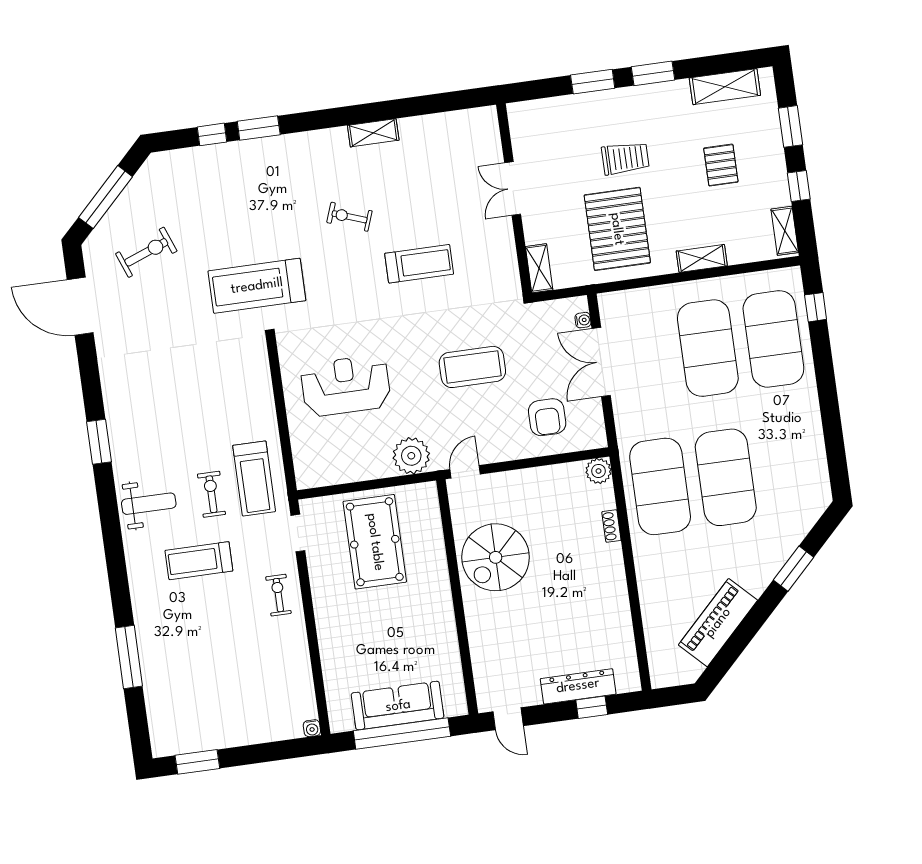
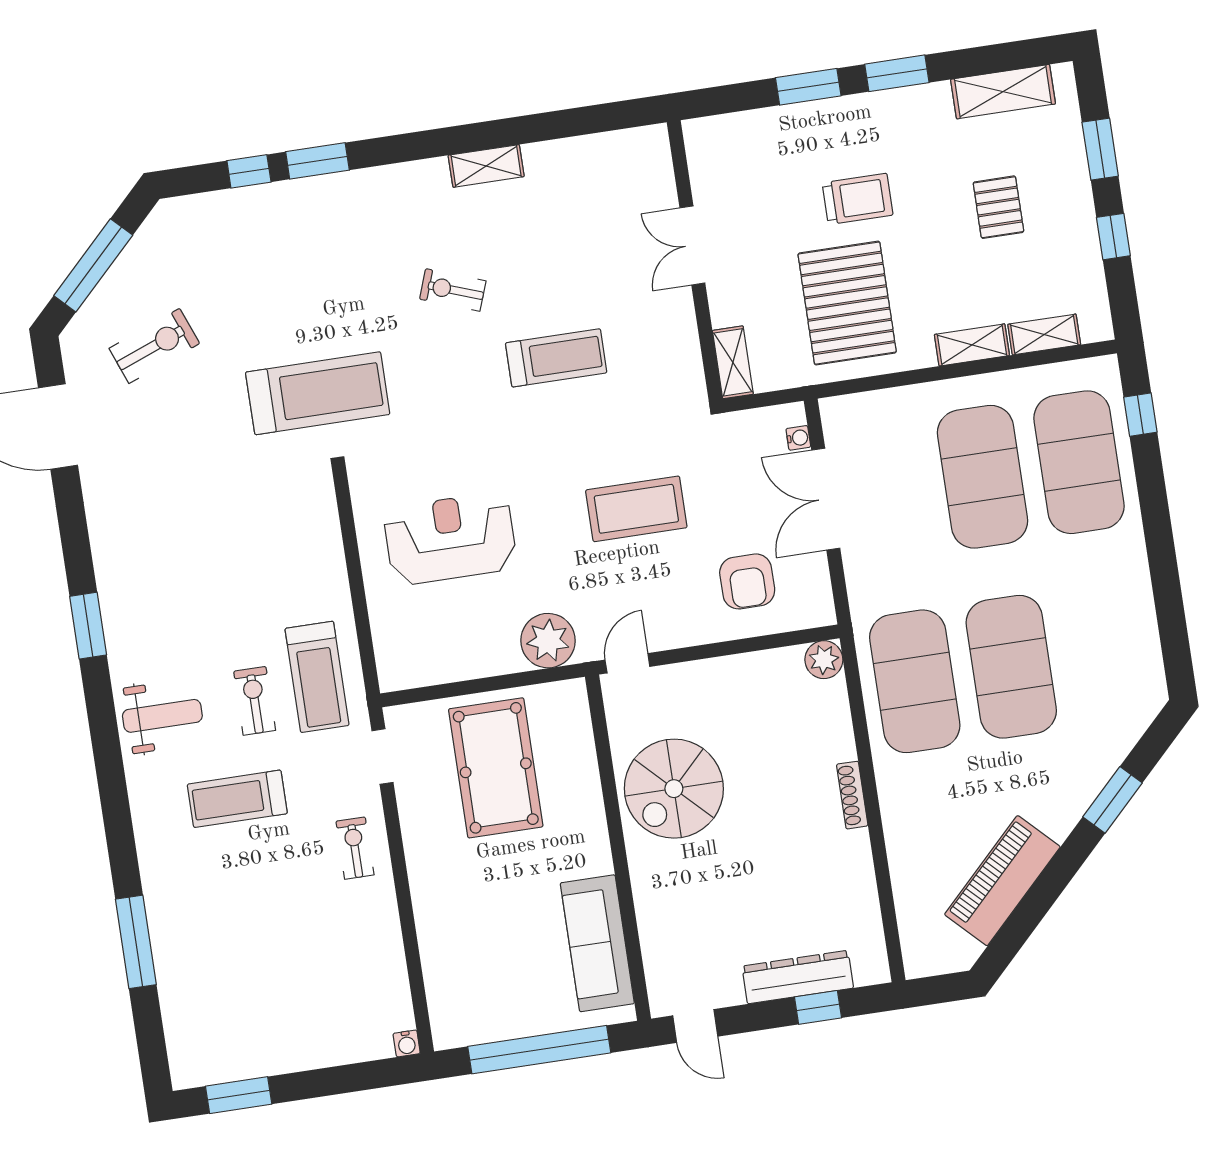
shelving: (785, 231) -> (1044, 335), moved, turned 90
treadmill: (257, 286) -> (318, 393), turned 180
shoe rack: (611, 526) -> (852, 795), moved, width x1.43
sofa: (398, 706) -> (597, 943), moved, turned -90

